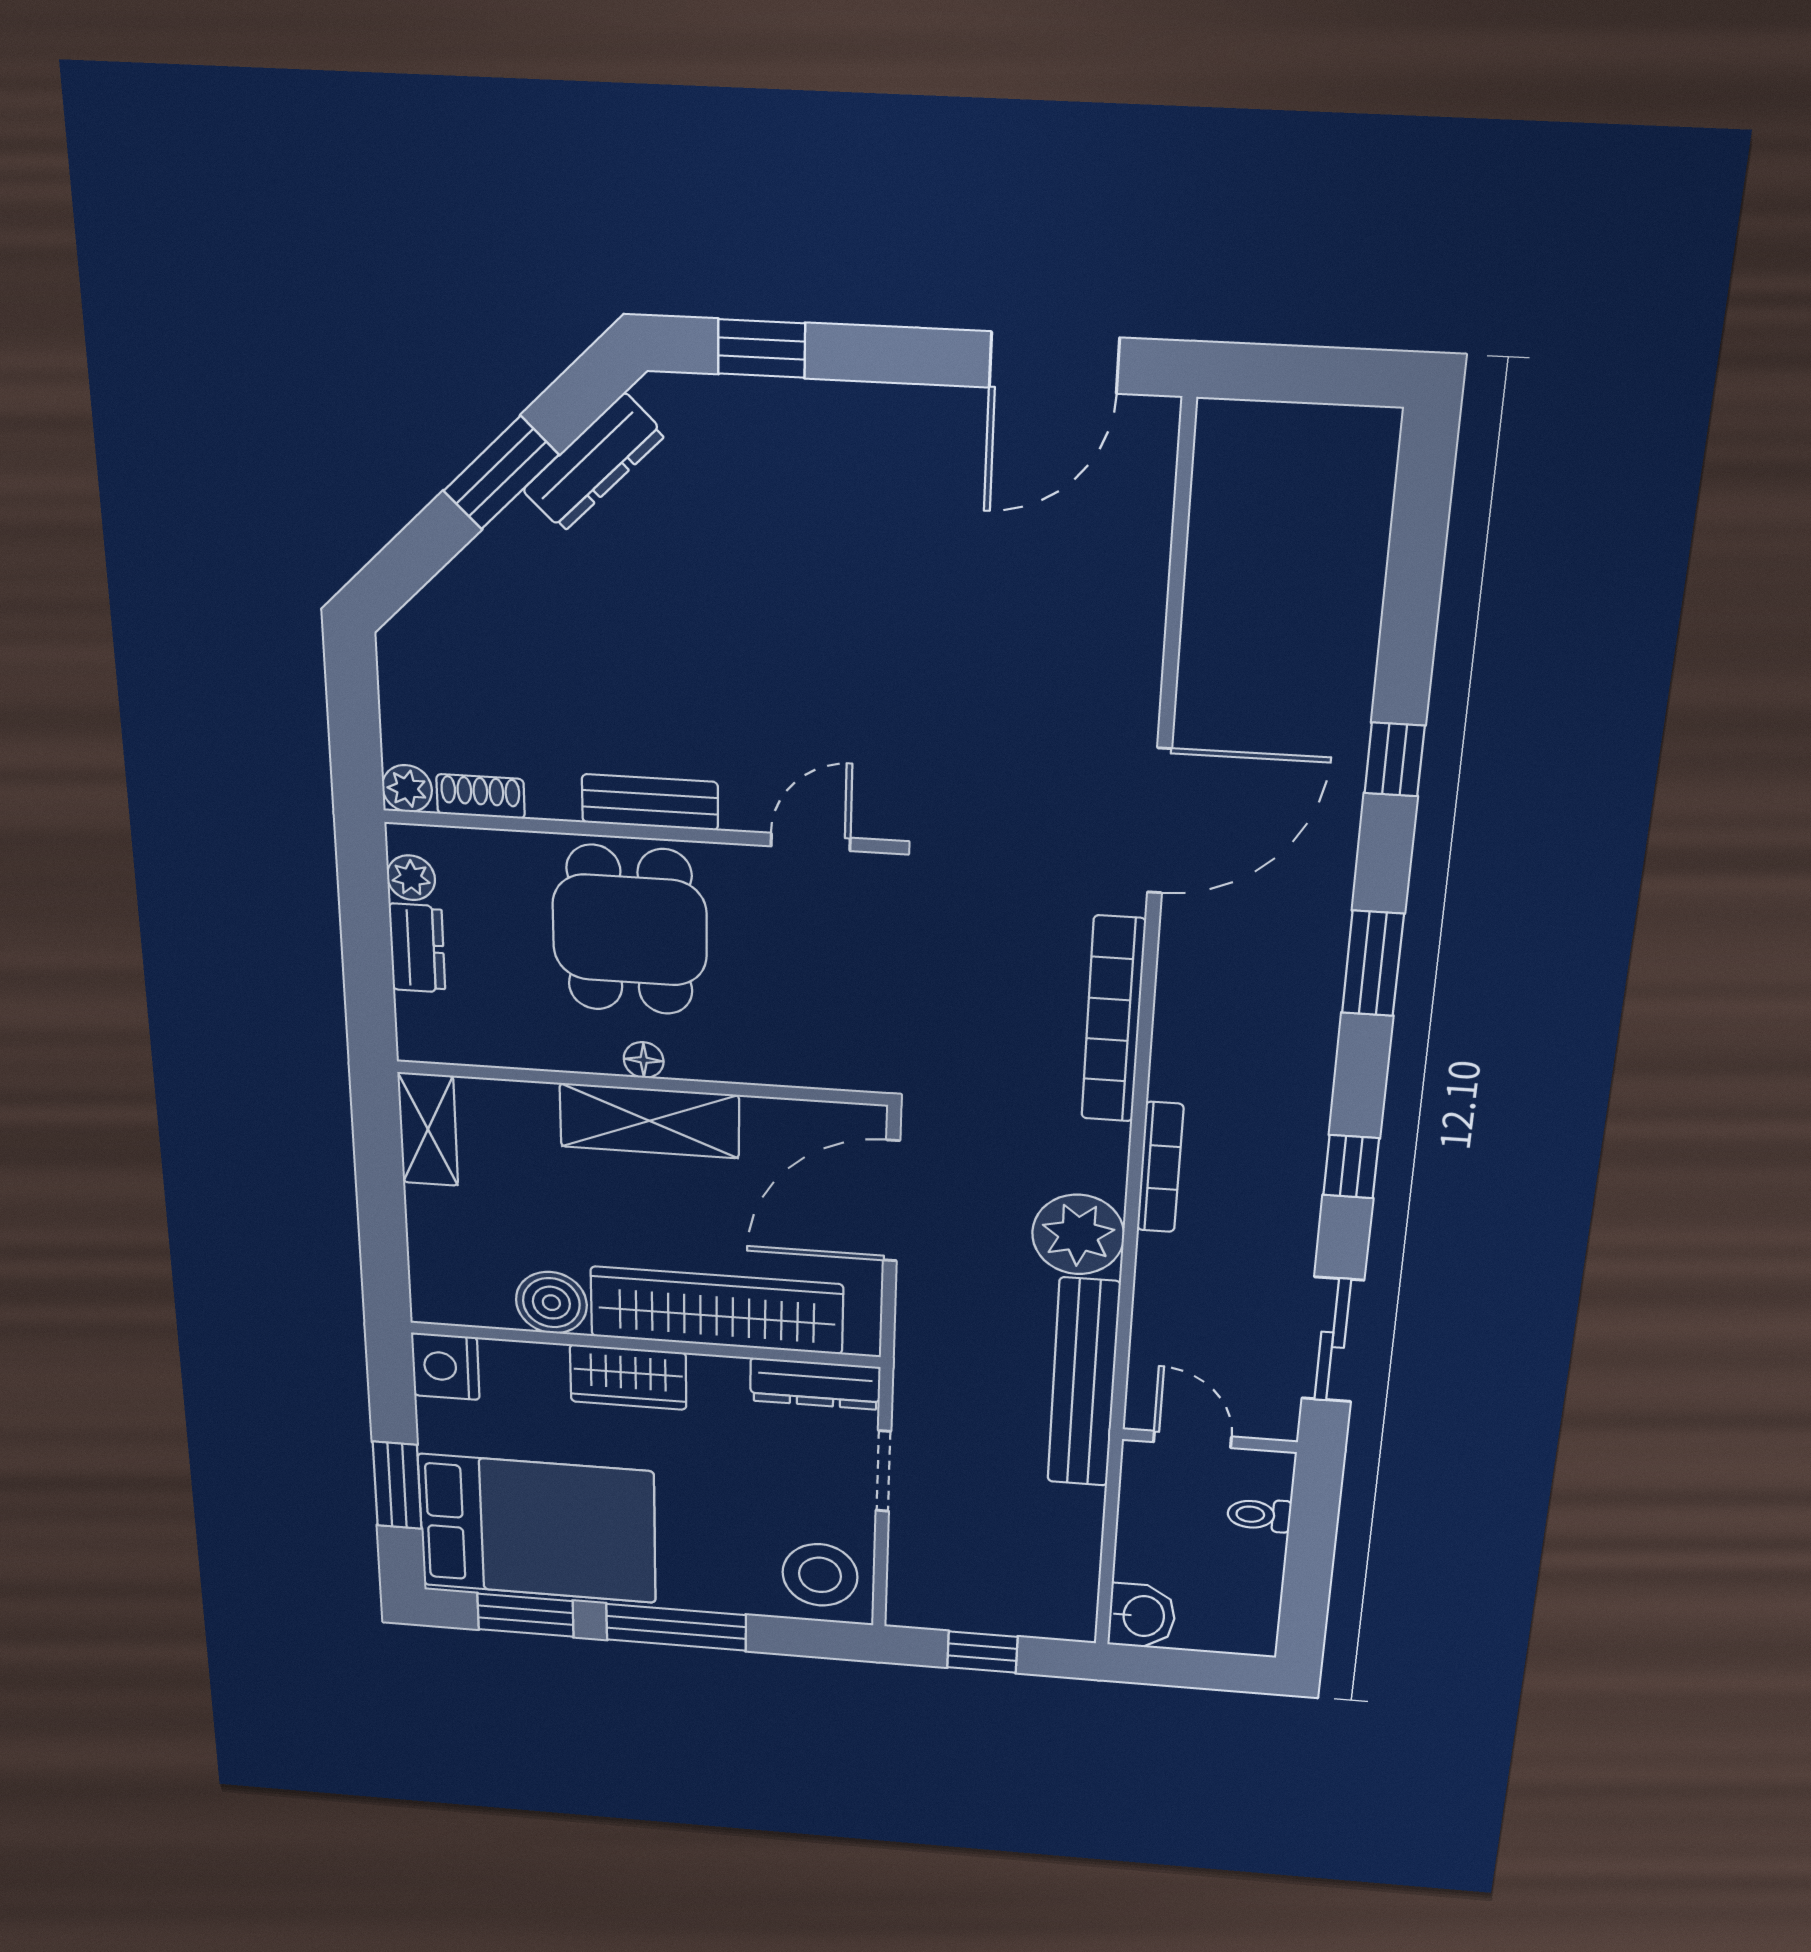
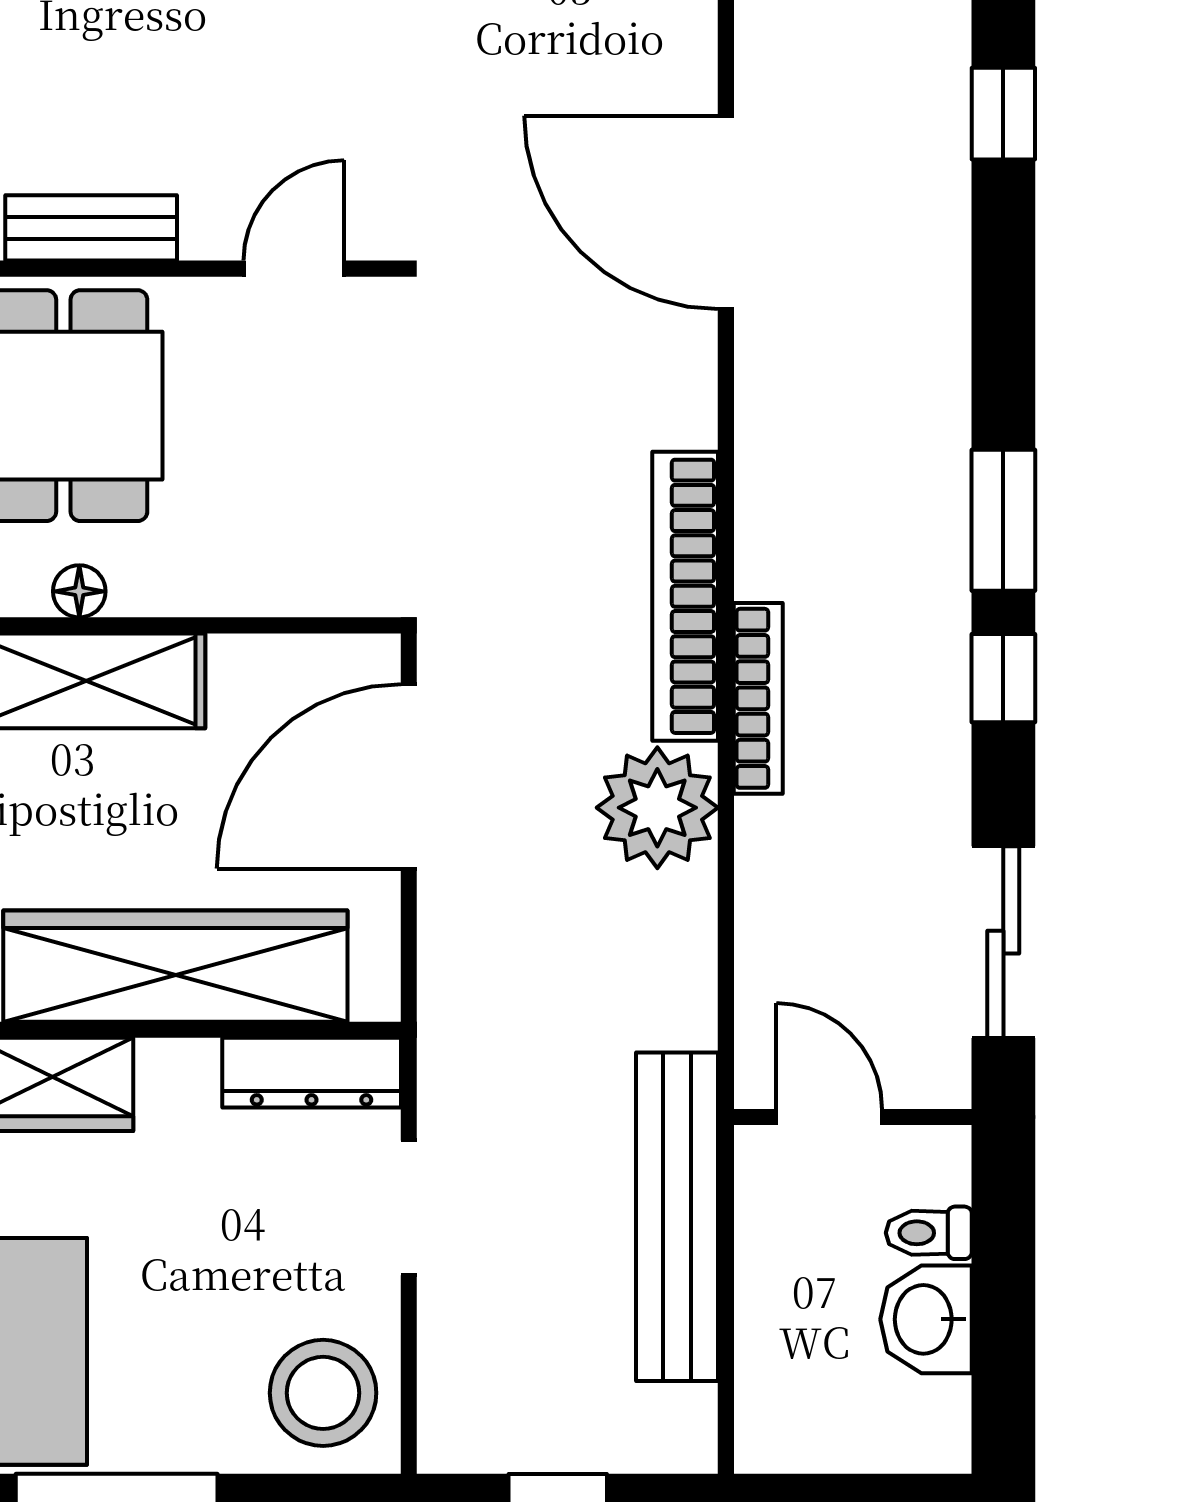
door: (1159, 821) -> (726, 212), swing flipped
window: (1373, 963) -> (1003, 520), moved
bookcase: (1113, 1020) -> (685, 596), moved
bench: (1084, 1383) -> (677, 1217), moved
washbasin: (1142, 1616) -> (926, 1319), moved, turned 180

